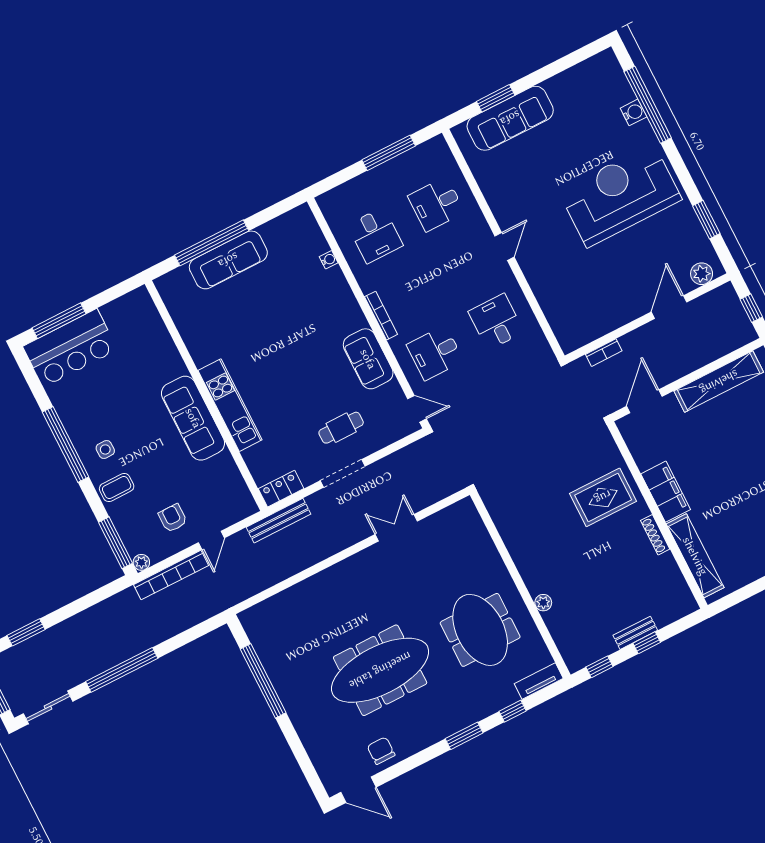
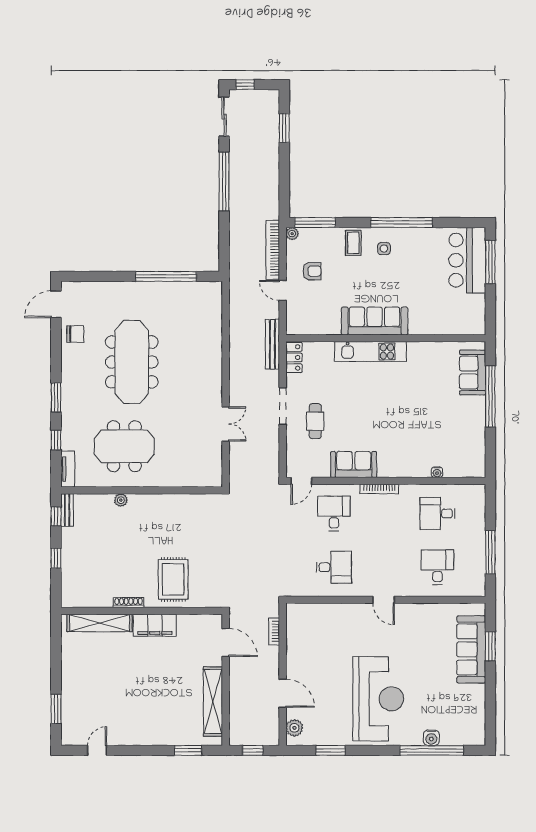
sofa: (228, 260) -> (473, 373), moved, width x0.73
bench: (635, 633) -> (67, 510), moved

